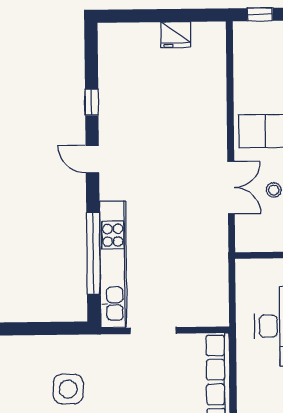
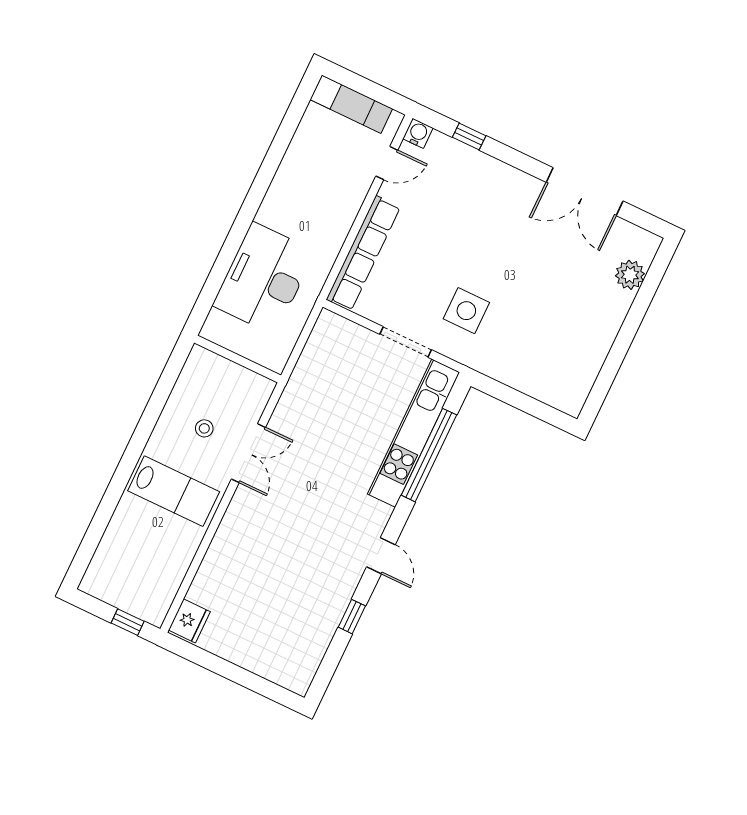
fridge: (176, 35) -> (189, 621), moved, turned 90
double door: (231, 188) -> (248, 453), swing flipped
side table: (68, 389) -> (466, 311), moved

